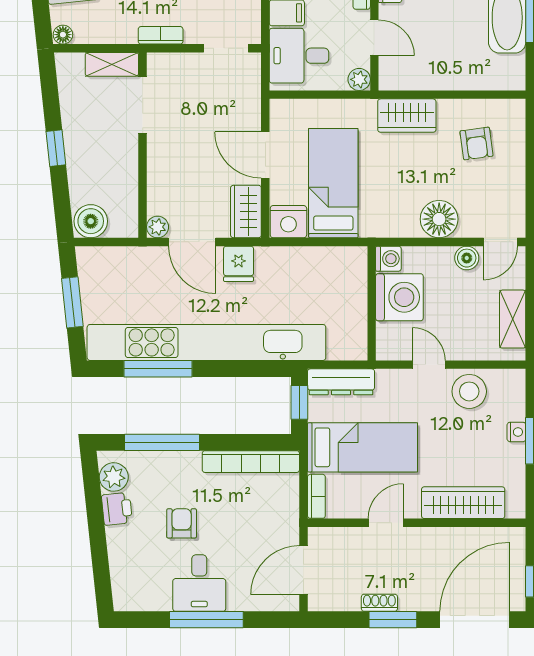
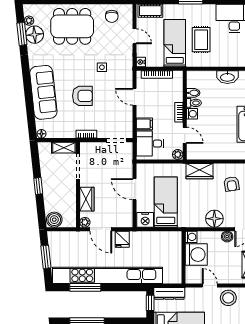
wardrobe: (246, 212) -> (87, 199), moved, turned 180

